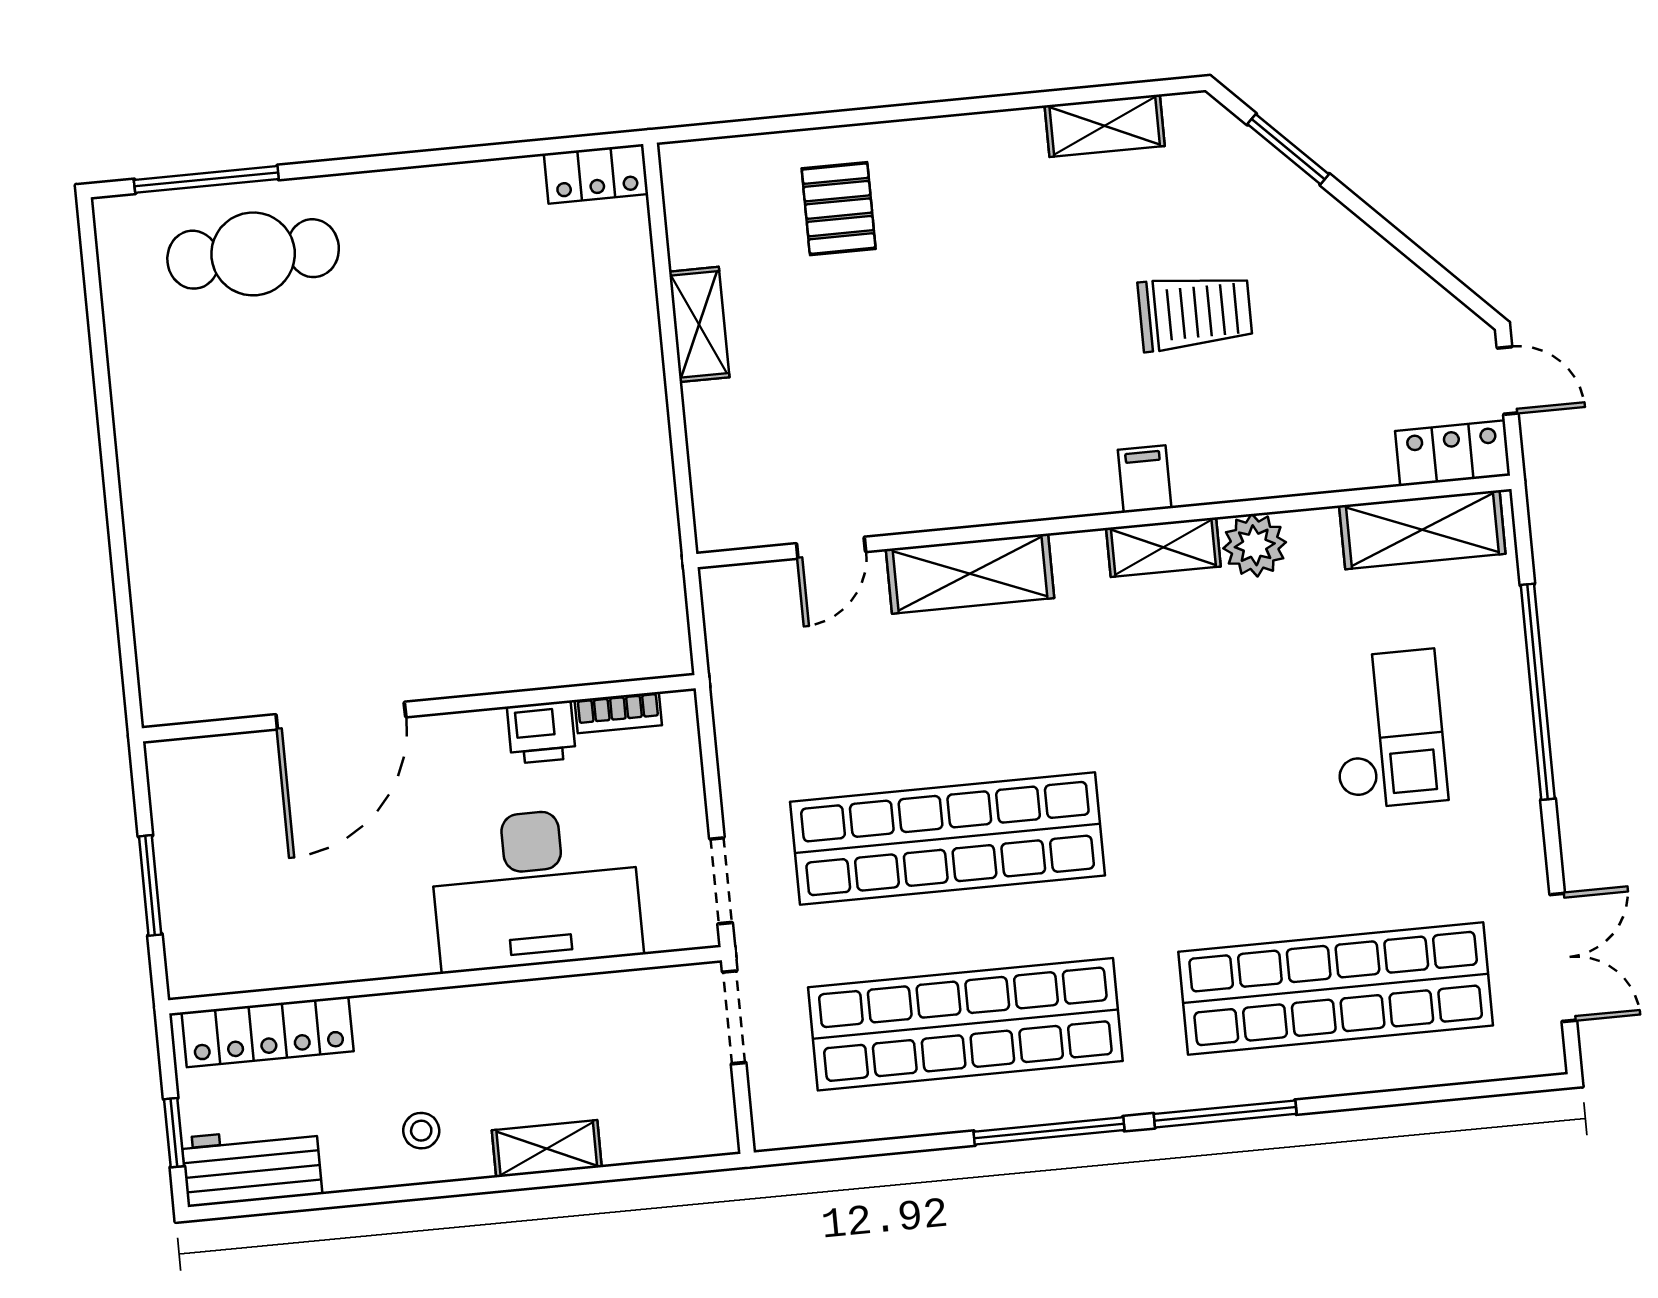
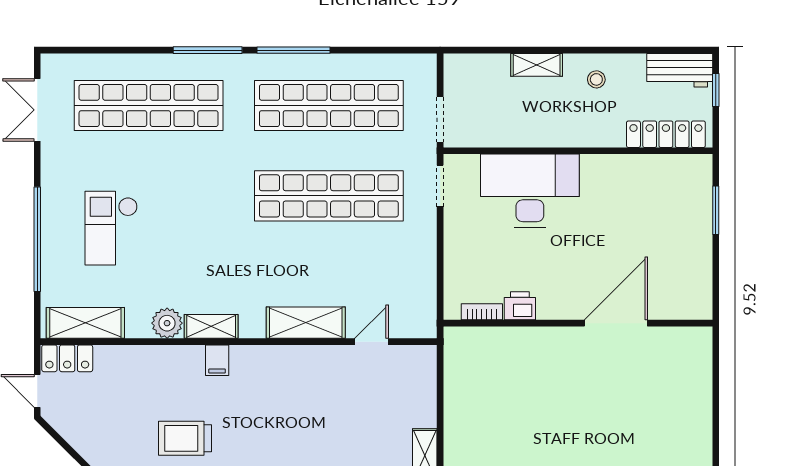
wall: (419, 708) -> (578, 323), moved
bookcase: (618, 713) -> (482, 312), moved
door: (341, 716) -> (616, 323), moved
printer: (541, 732) -> (520, 306), moved

